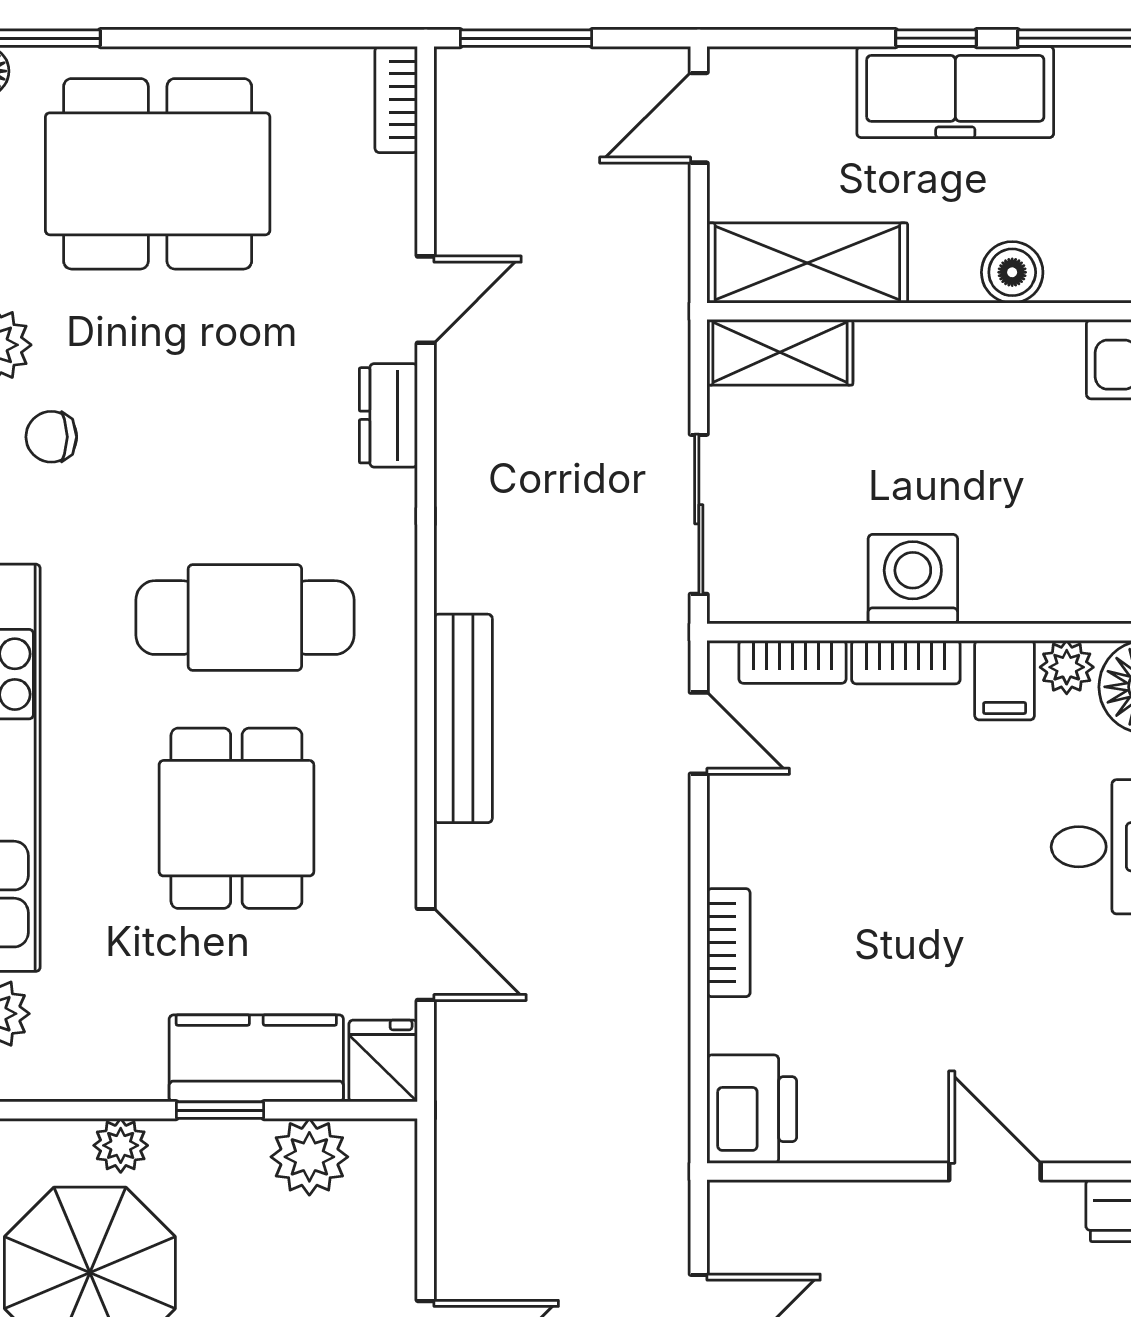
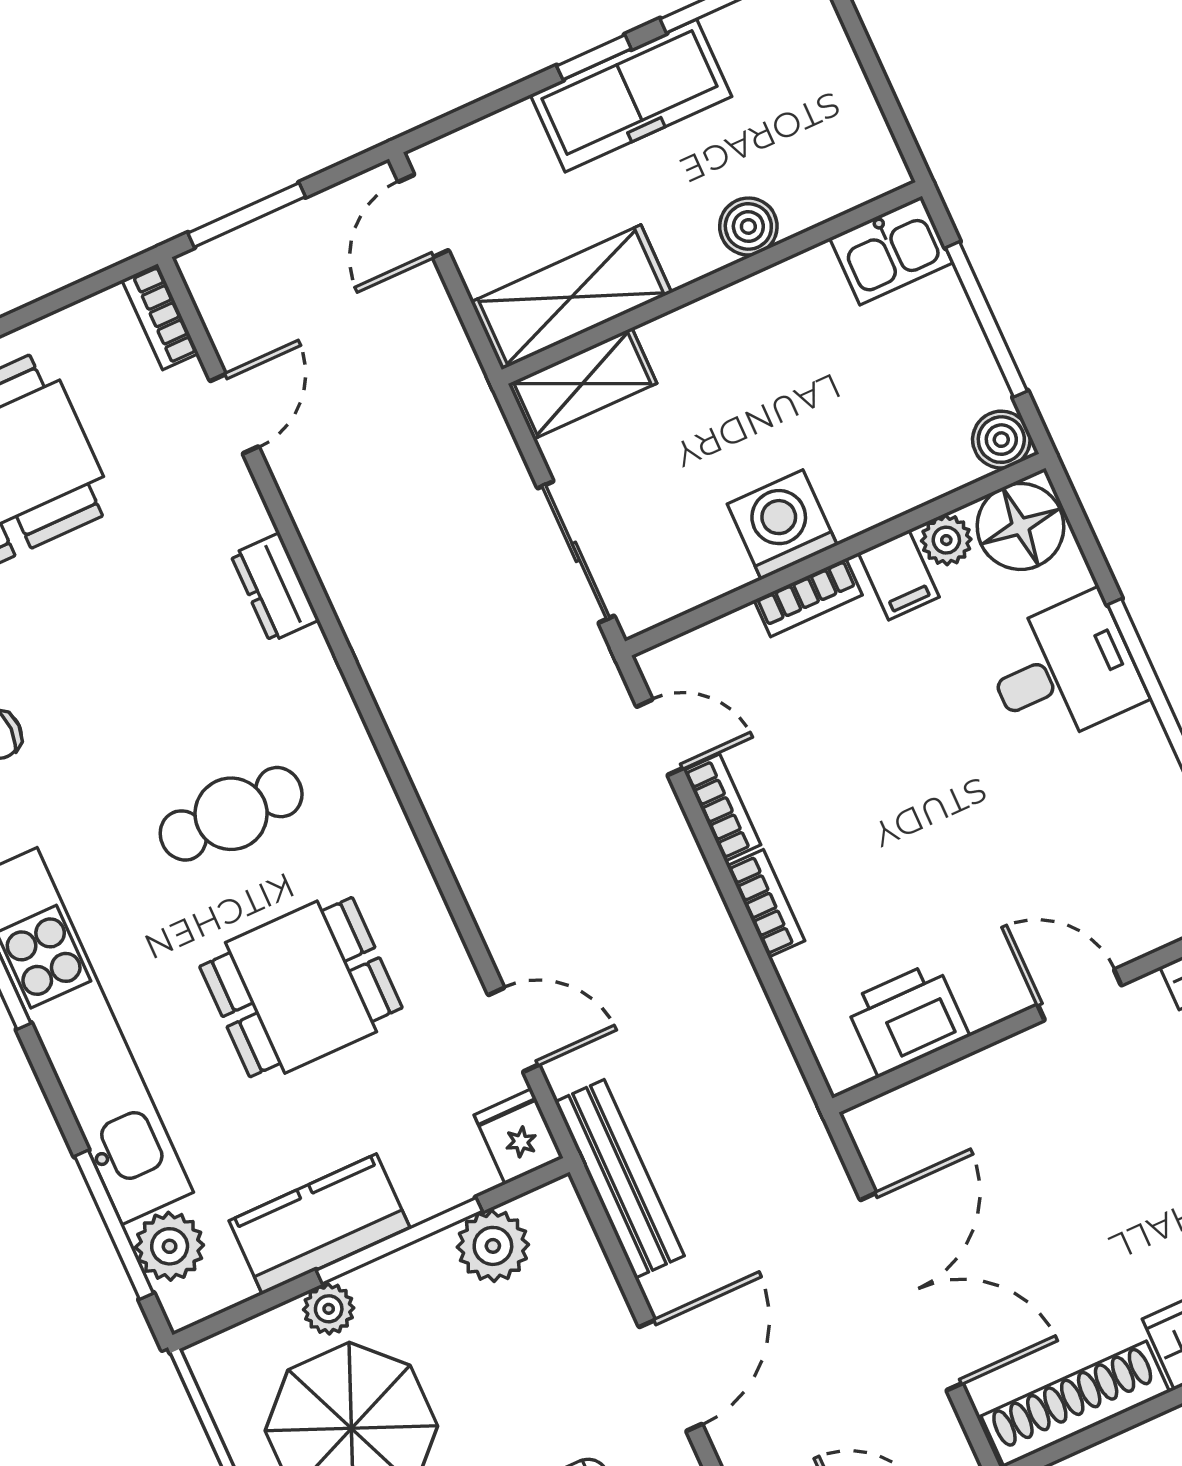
door: (426, 300) -> (234, 414), moved
cafe table: (245, 618) -> (231, 814), width x0.73, depth x0.74
bookcase: (792, 662) -> (722, 808), moved, turned -90
bench: (463, 718) -> (619, 1179), moved
dining table: (236, 818) -> (301, 987), turned 90
kitchen counter: (256, 1058) -> (319, 1224), moved
printer: (752, 1109) -> (907, 1019), moved, turned -90
window: (220, 1110) -> (399, 1241), width x2.17

